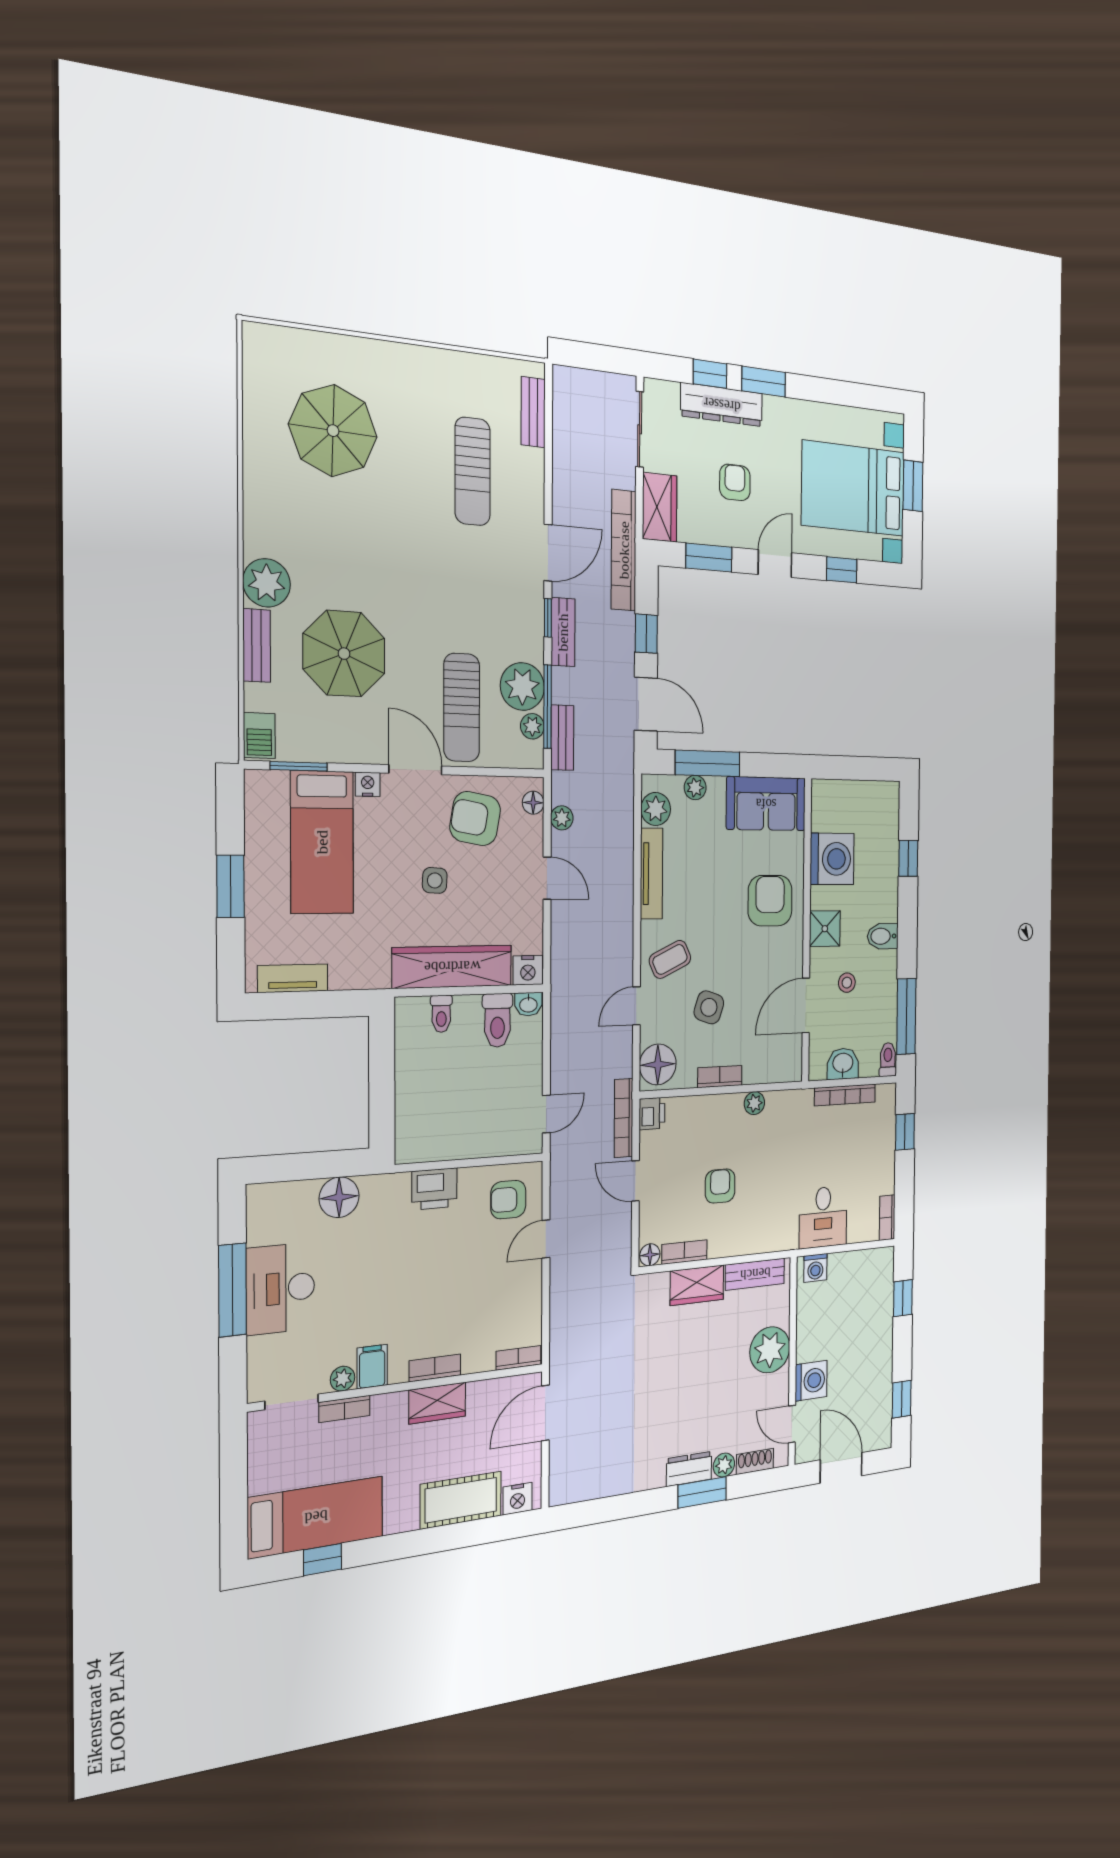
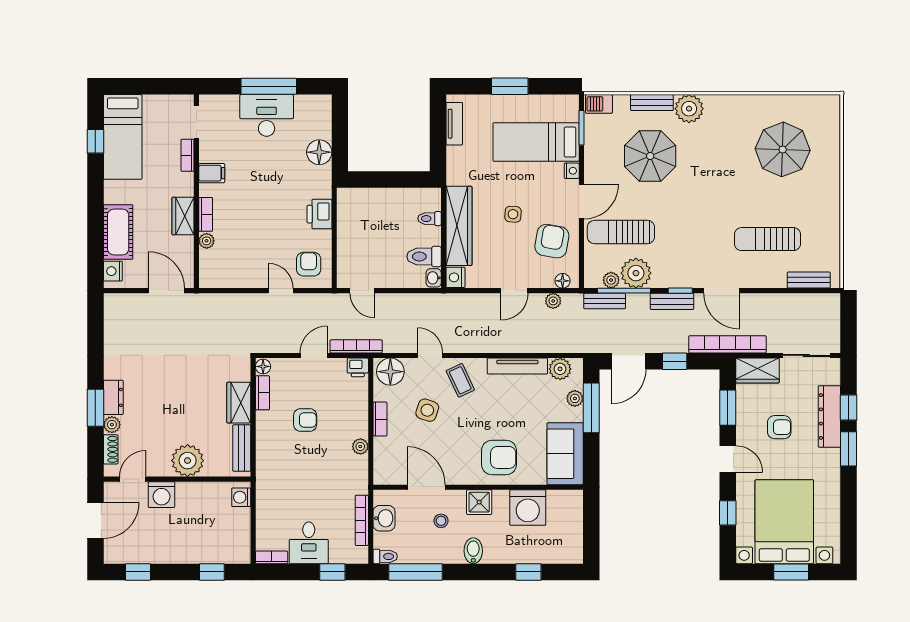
desk: (823, 1217) -> (309, 543), moved, turned -90
bookcase: (518, 1358) -> (205, 272), removed
plant: (343, 1379) -> (207, 241), moved

